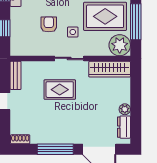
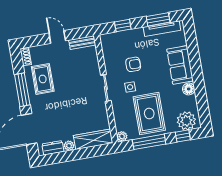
plant: (120, 45) -> (122, 136), width x0.53, depth x0.53
wardrobe: (110, 69) -> (93, 139), moved, turned 90
rug: (60, 90) -> (43, 79), moved

